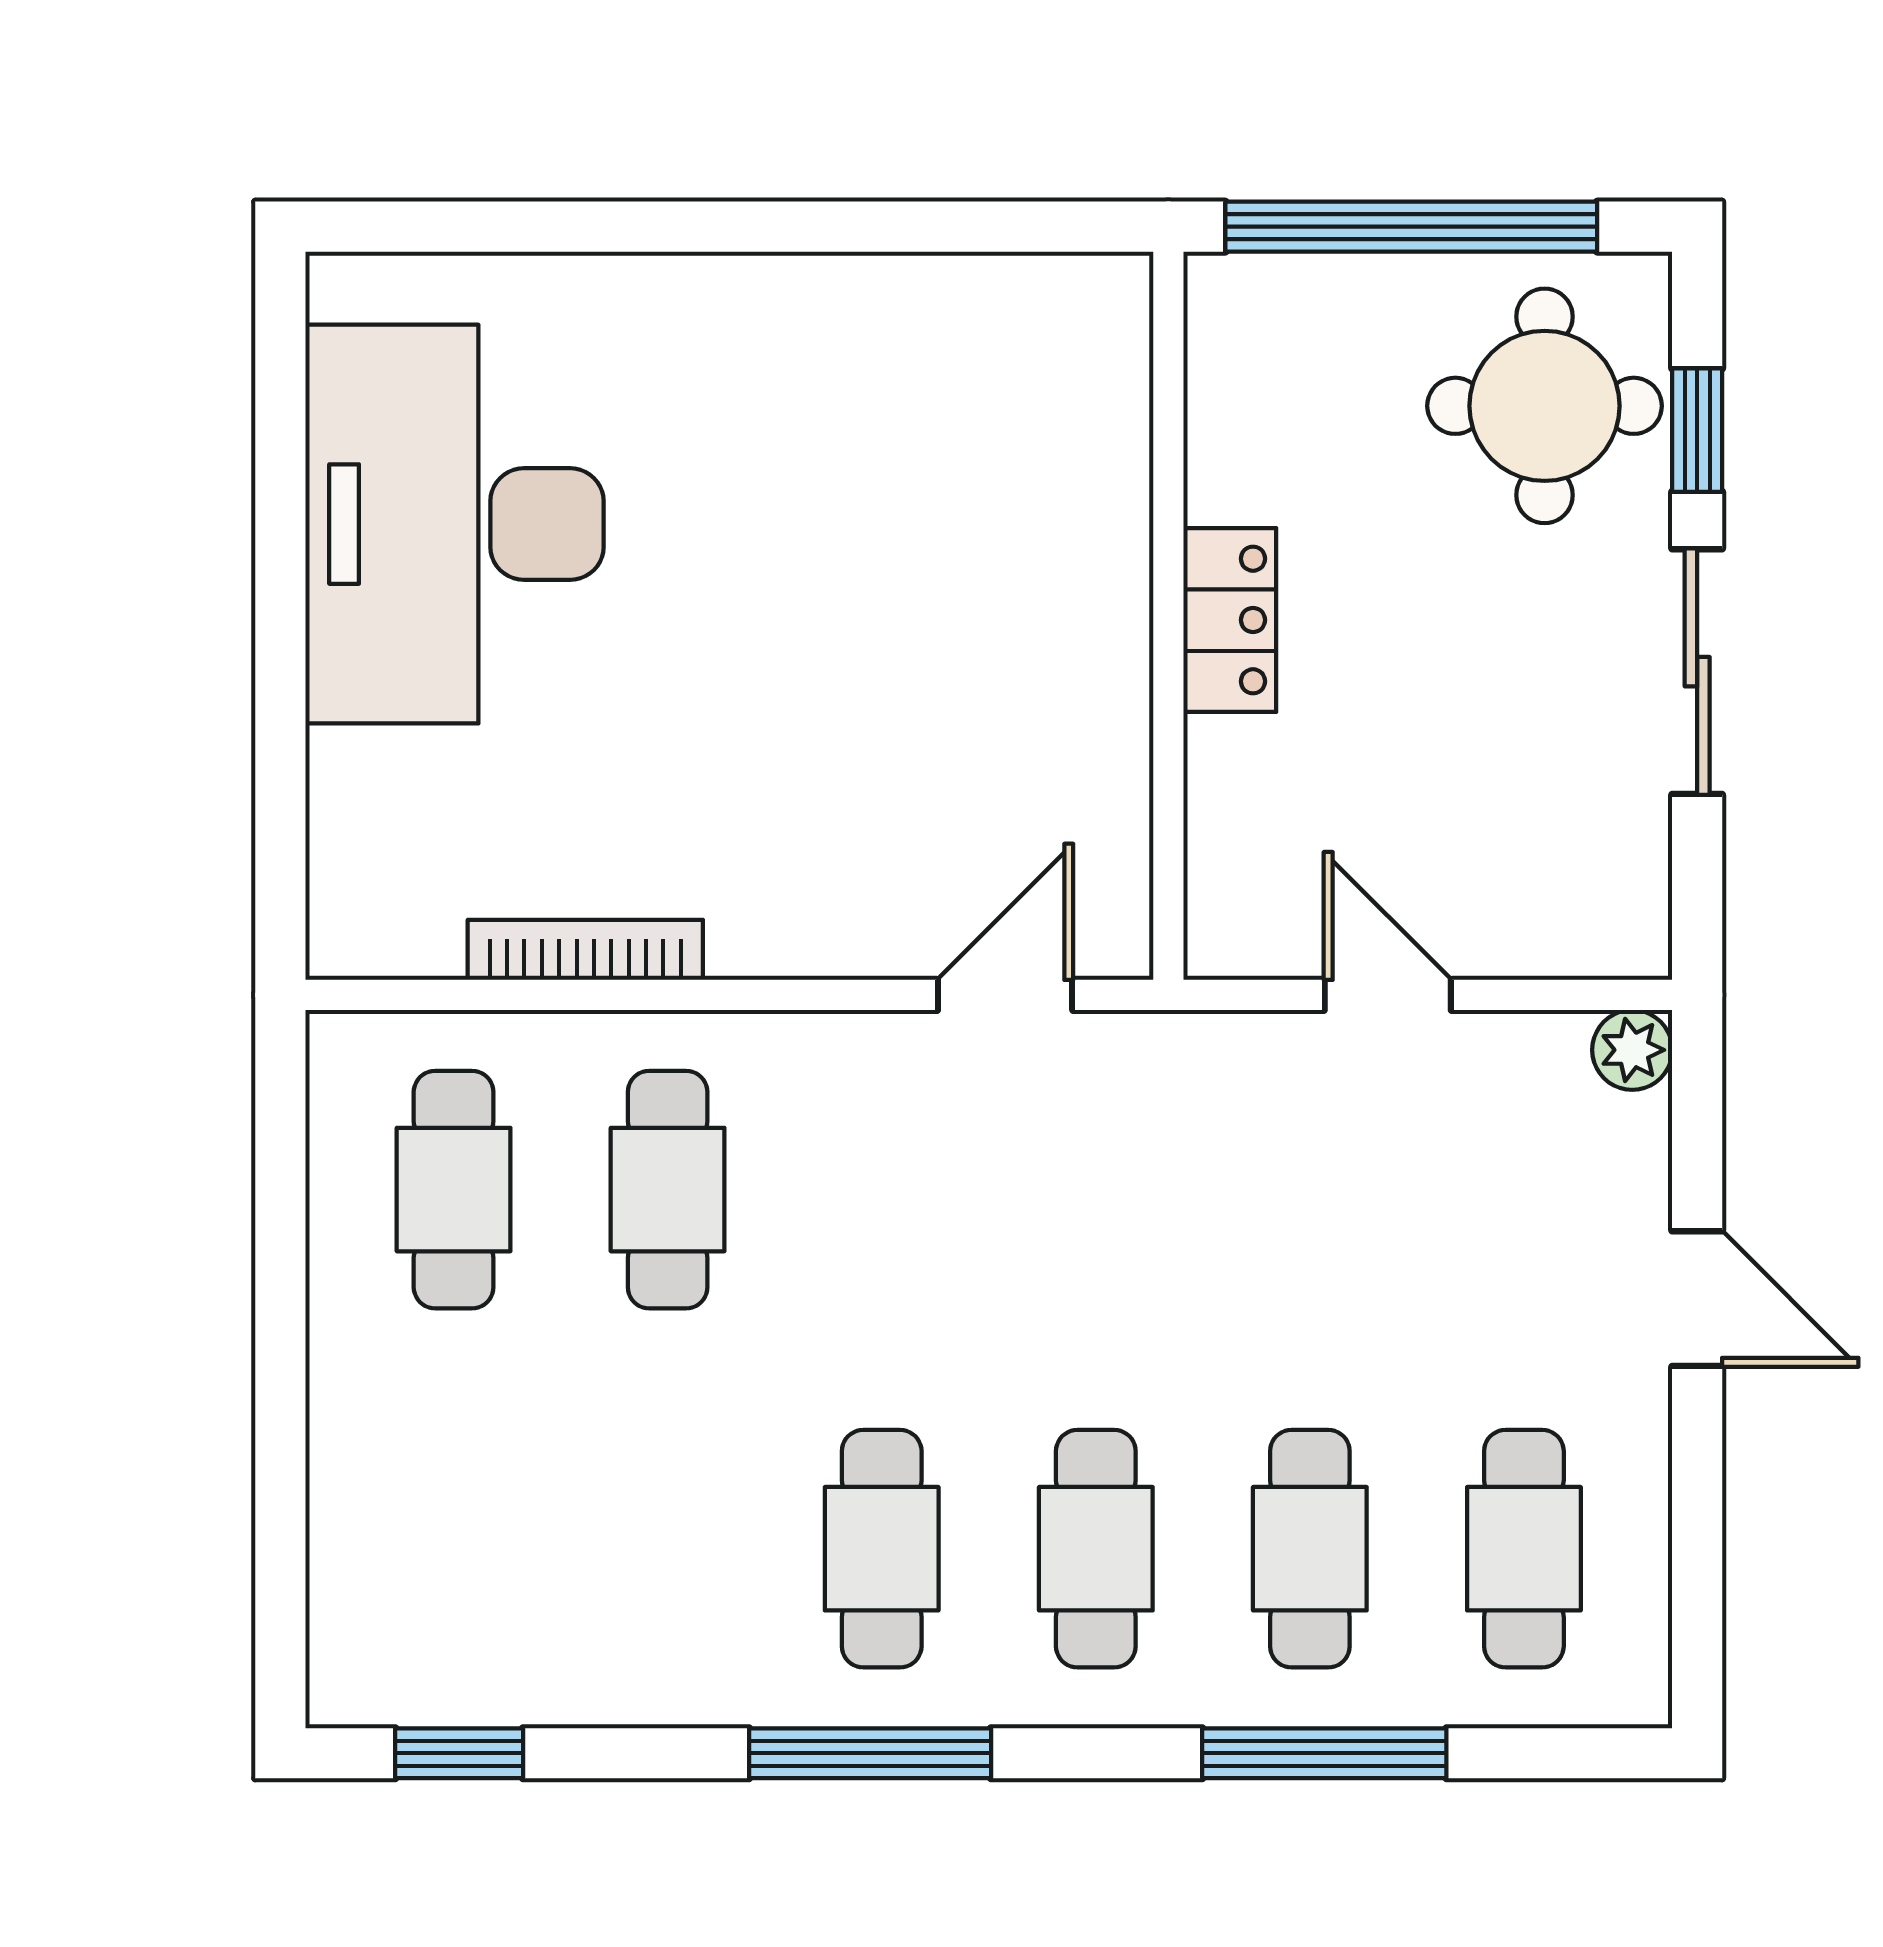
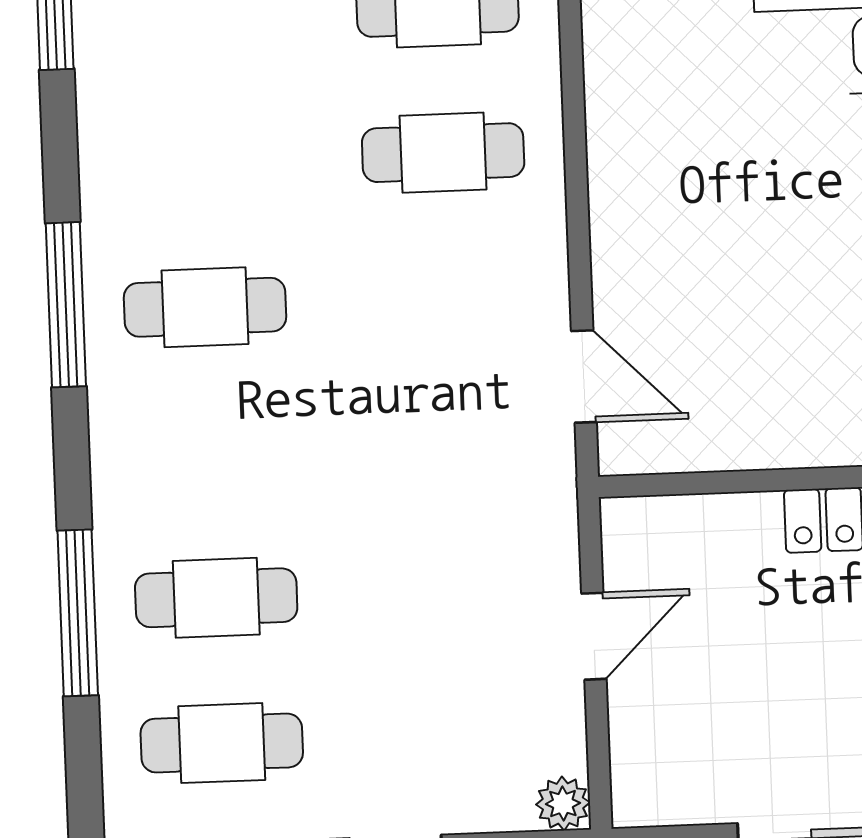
bookcase: (585, 950) -> (604, 91), removed
cafe table: (1096, 1549) -> (211, 453), removed

